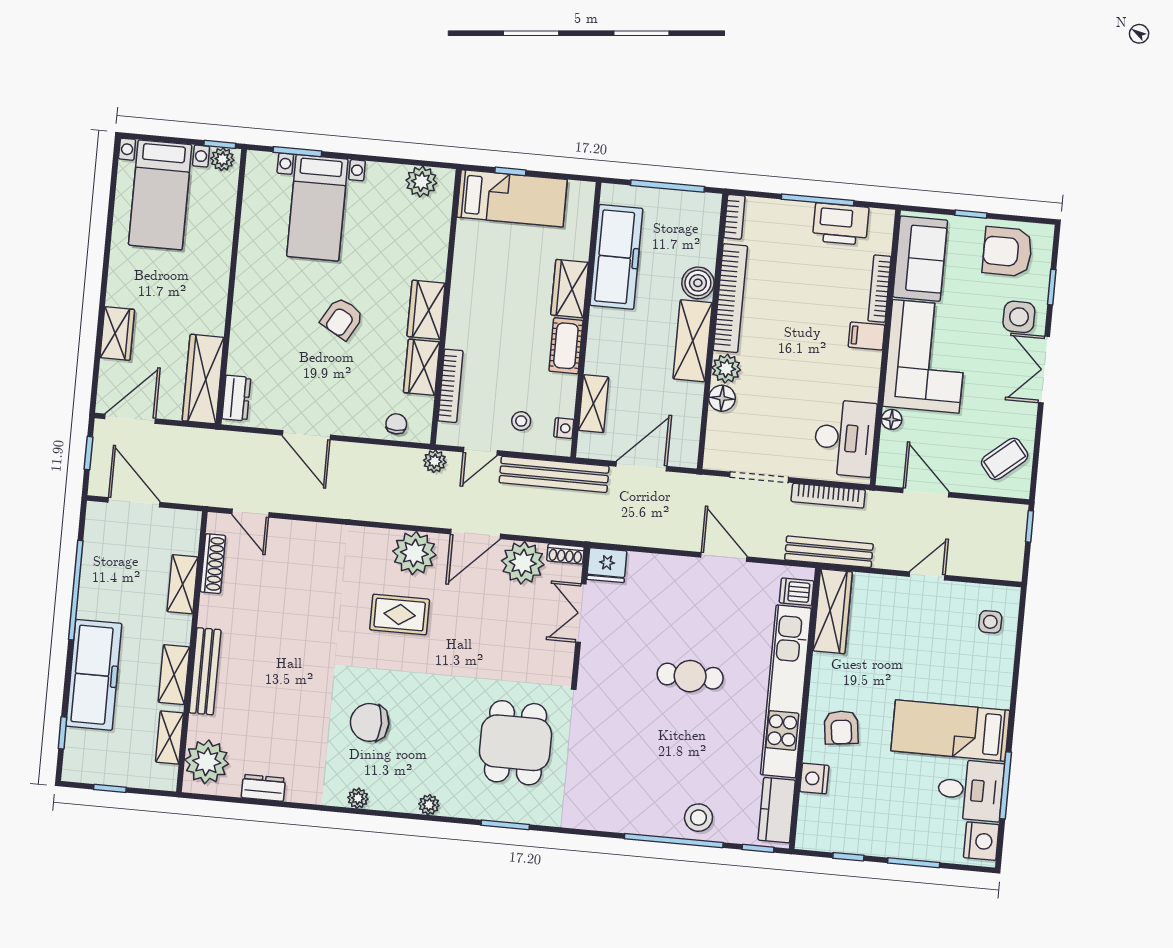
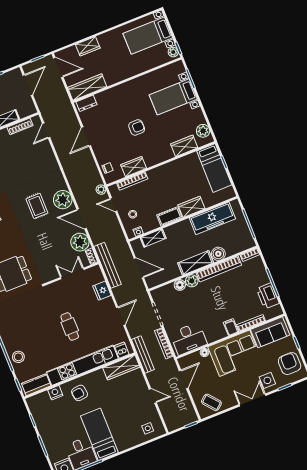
wardrobe: (426, 310) -> (184, 146), moved
armchair: (342, 318) -> (137, 127), turned 150
bench: (554, 474) -> (108, 265), moved
fridge: (607, 565) -> (102, 291), moved

